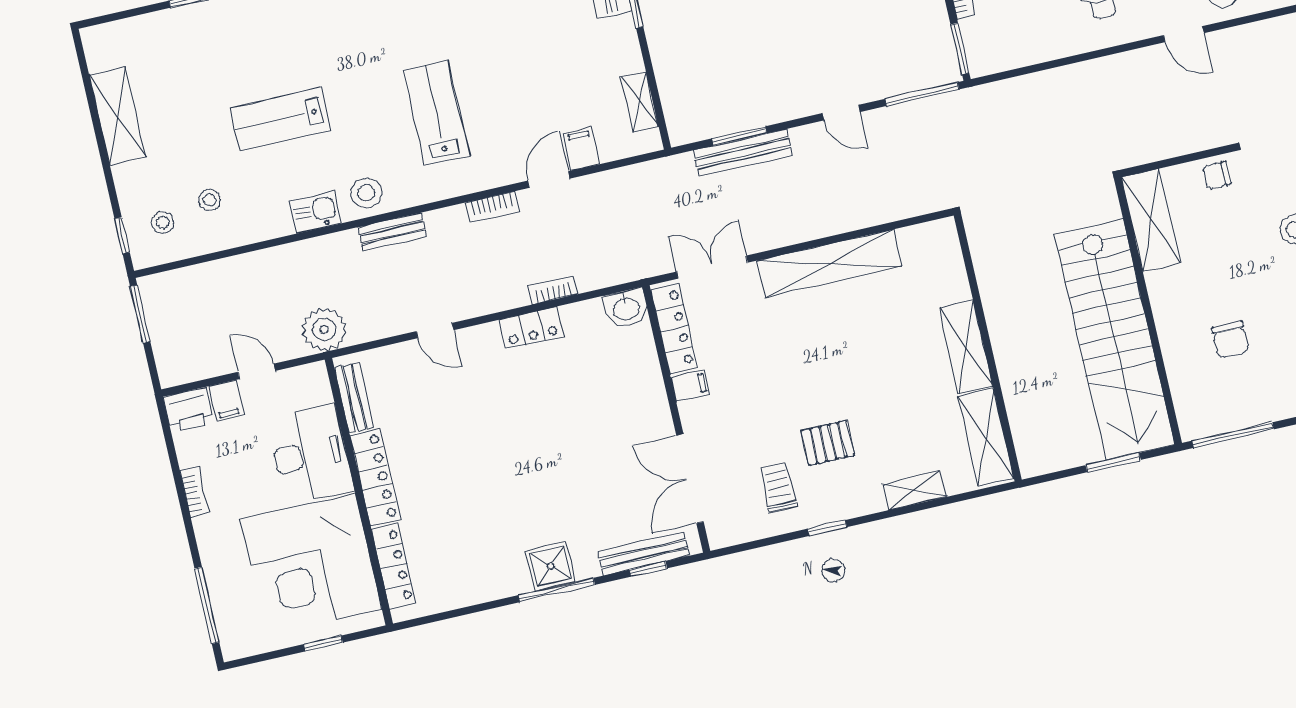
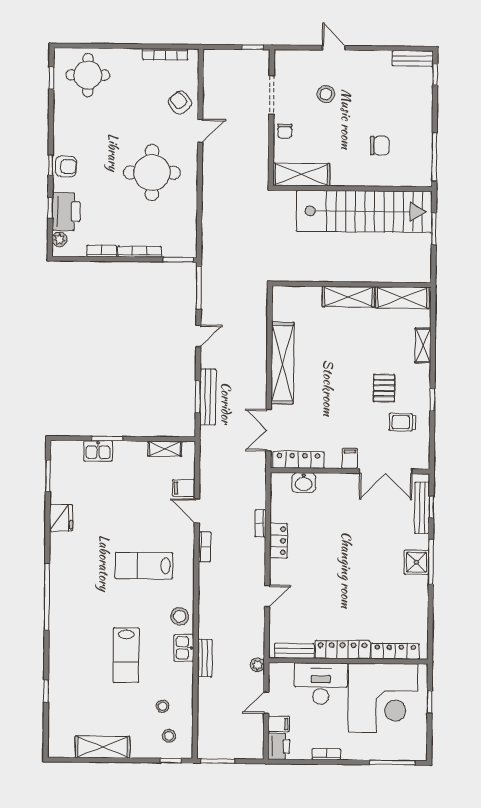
bench: (392, 232) -> (205, 658), moved
washbasin: (626, 308) -> (304, 483), moved, turned 90
plant: (324, 329) -> (258, 665), width x0.53, depth x0.53
filing cabinet: (690, 385) -> (350, 459), moved

